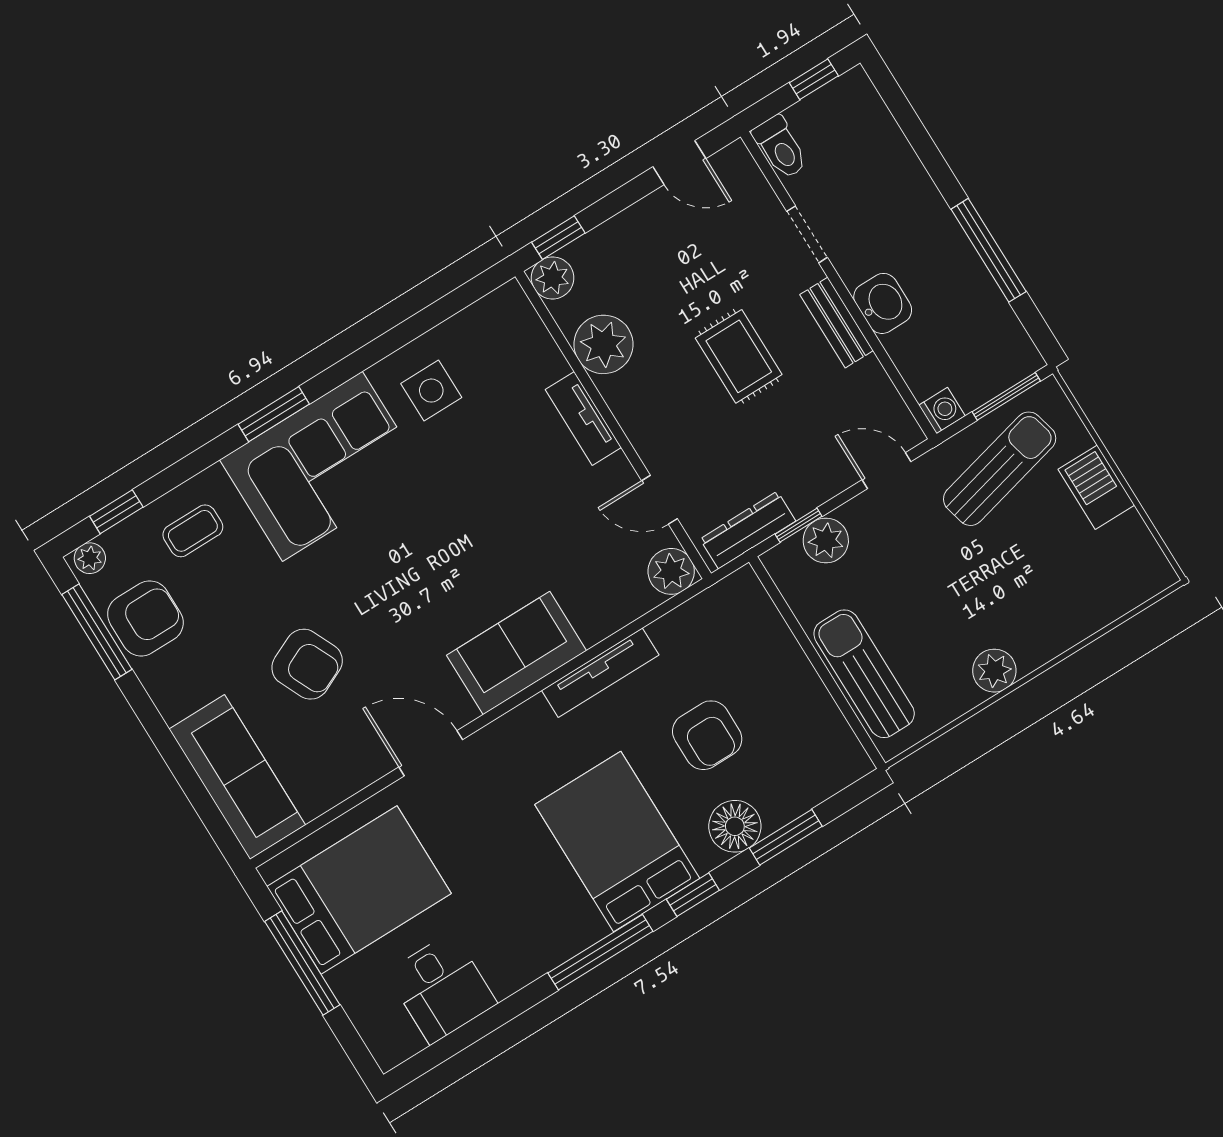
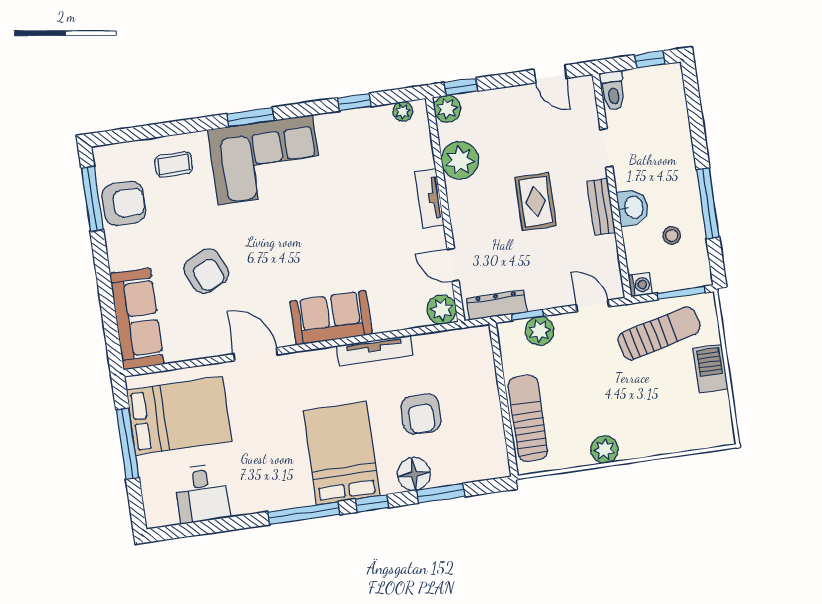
stool: (956, 319) -> (672, 235), added
side table: (431, 391) -> (348, 143), removed
window: (116, 512) -> (354, 102), moved
plant: (90, 558) -> (403, 111), moved

